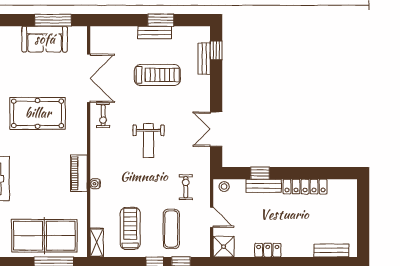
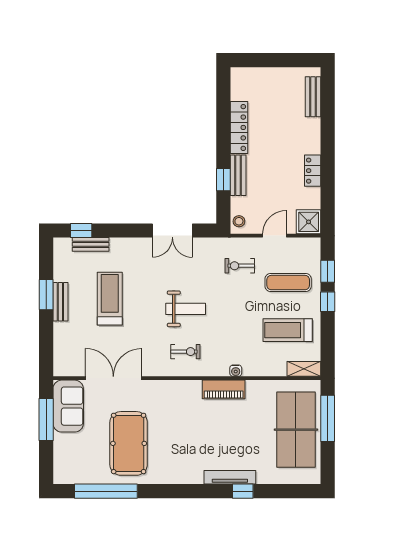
sofa: (45, 39) -> (68, 406), moved
pool table: (38, 113) -> (129, 443), moved
exercise bike: (103, 115) -> (185, 352), moved

